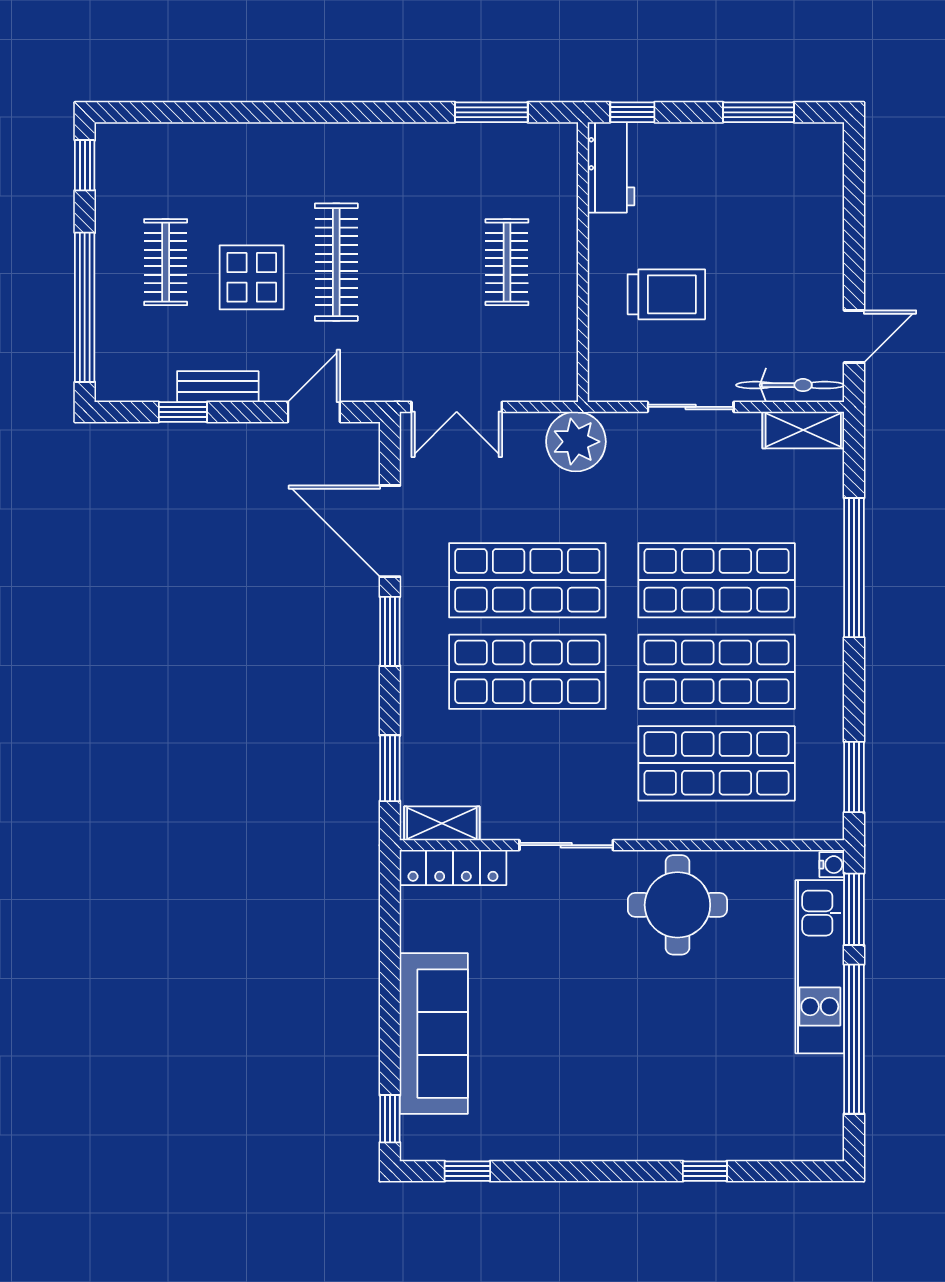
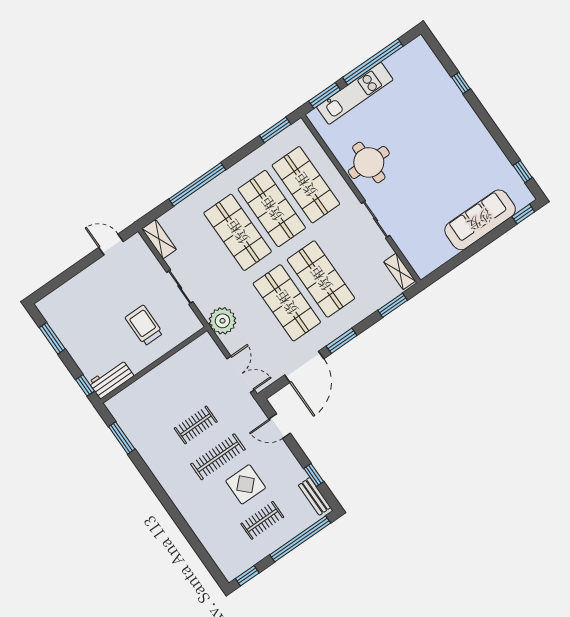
clothes rail: (507, 262) -> (196, 425), moved
bicycle: (790, 385) -> (146, 256), removed
bench: (218, 387) -> (315, 496), moved
water cooler: (832, 865) -> (314, 115), removed
locker: (453, 868) -> (413, 256), removed

